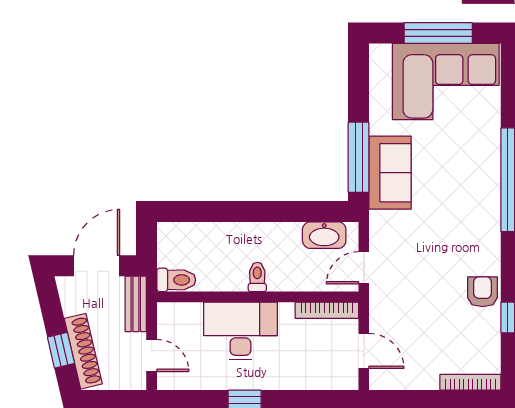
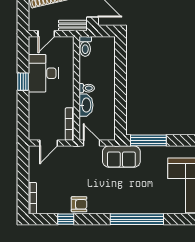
sofa: (390, 173) -> (121, 157), moved
washbasin: (324, 235) -> (86, 105), moved, turned 180
desk: (240, 331) -> (43, 73), moved, turned 180

